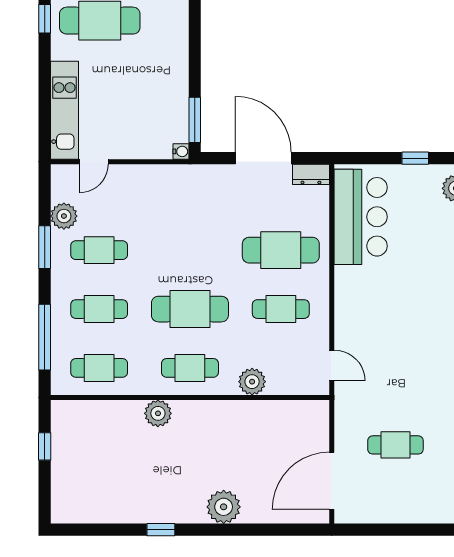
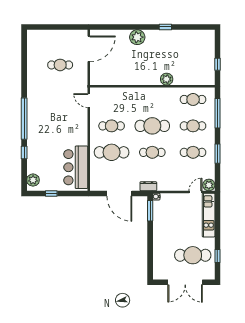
dresser: (311, 174) -> (148, 186), moved
plant: (64, 216) -> (209, 185), moved
cafe table: (190, 368) -> (152, 152), moved
plant: (252, 382) -> (124, 93), removed

